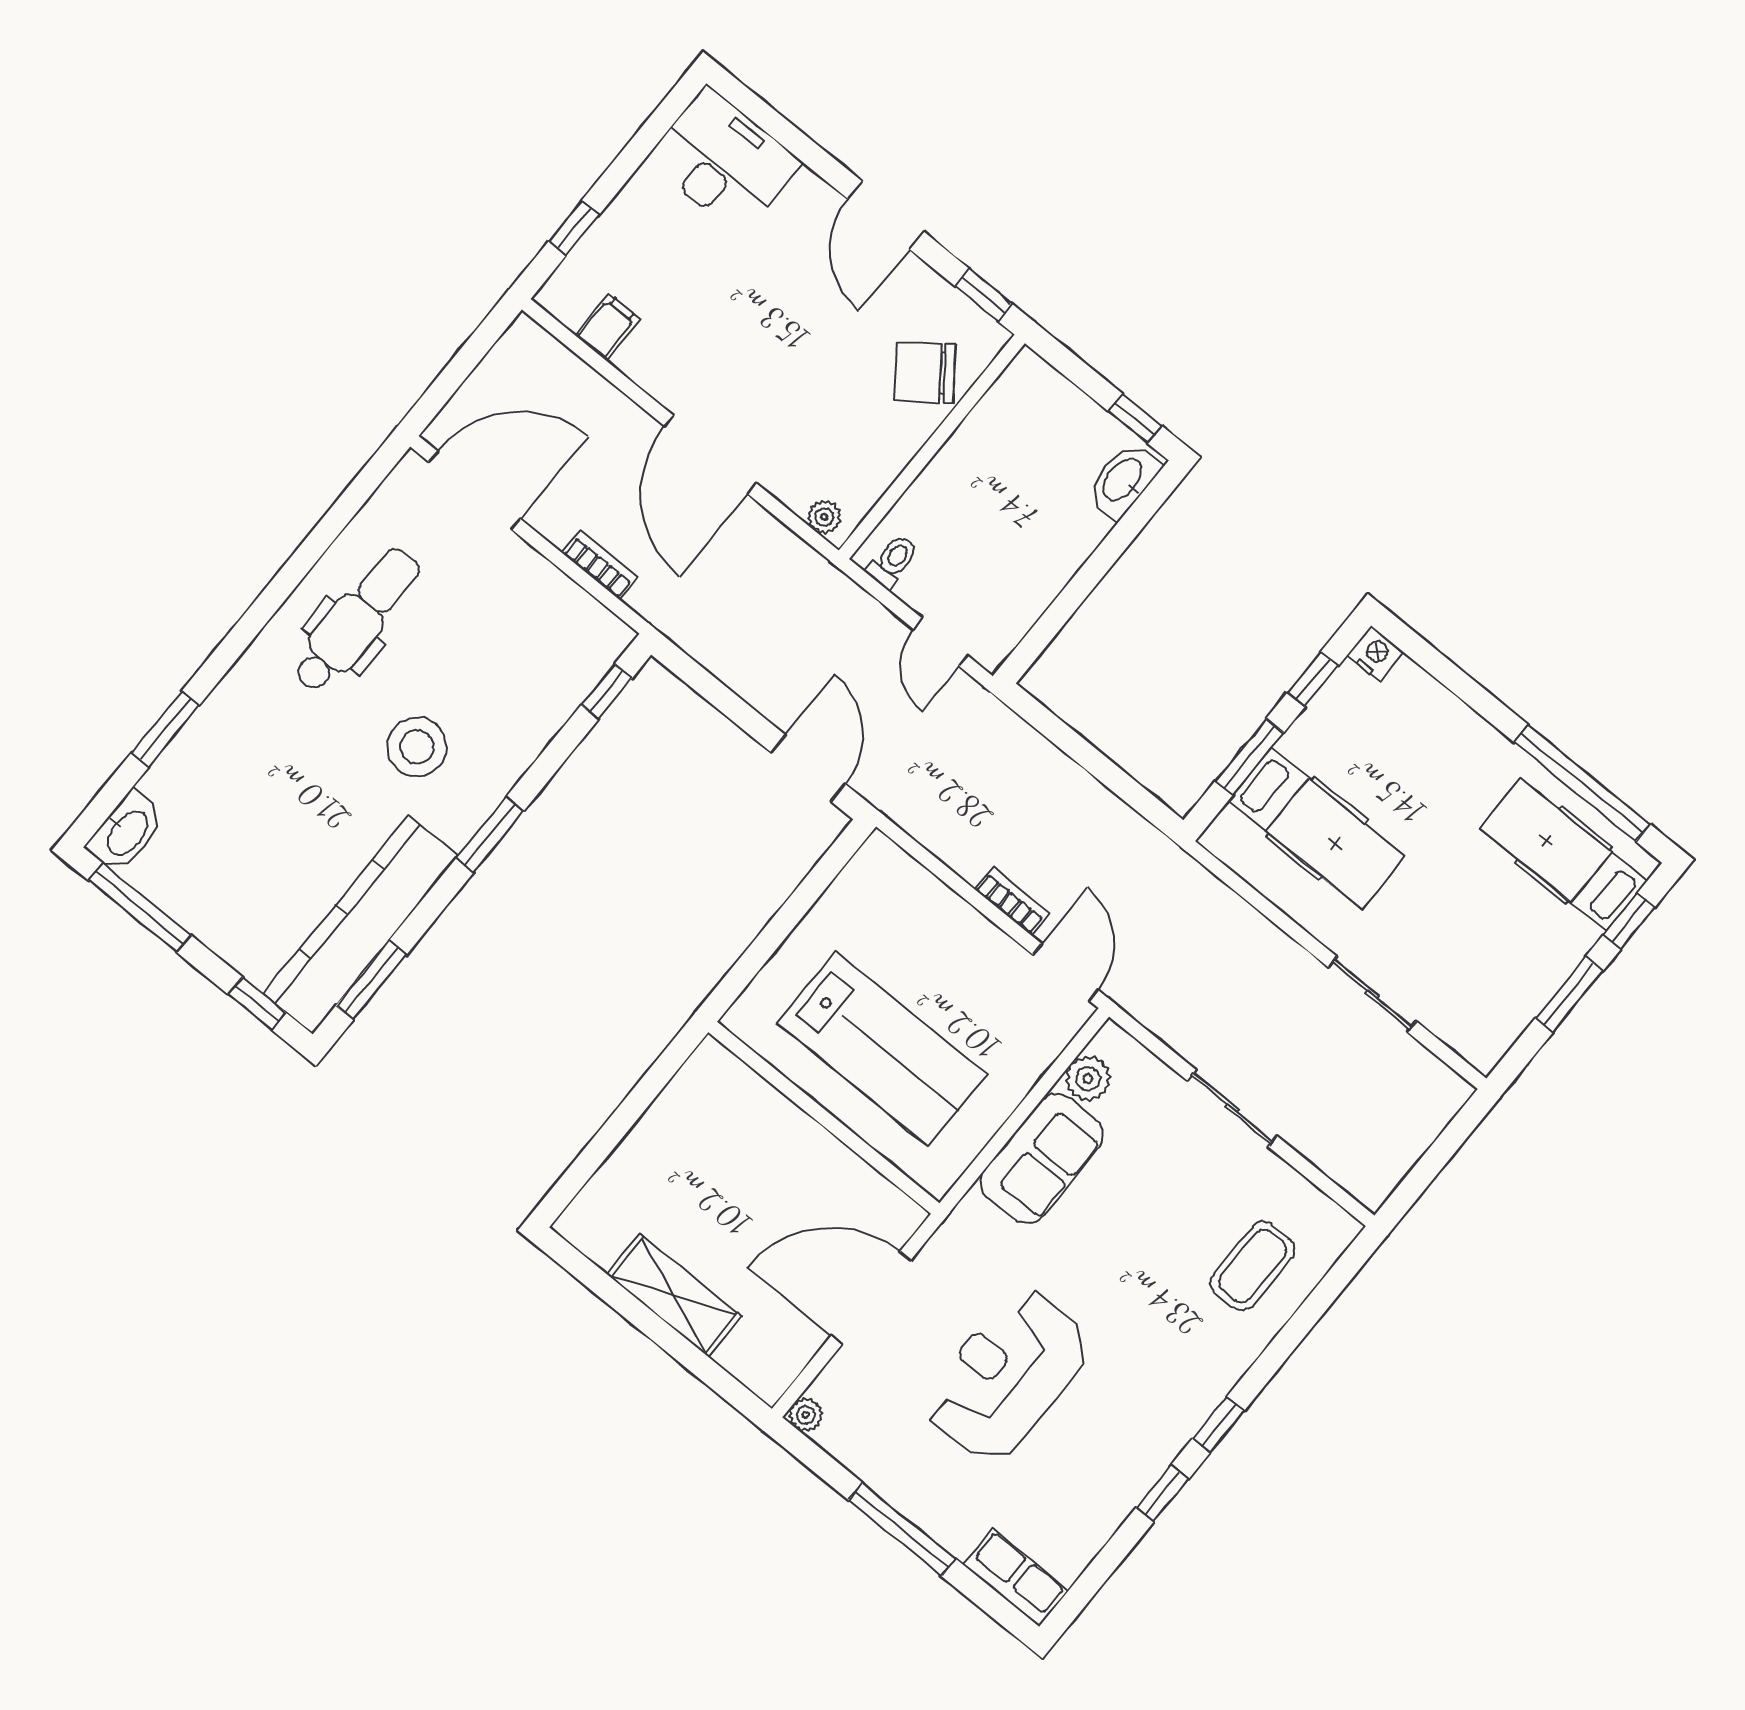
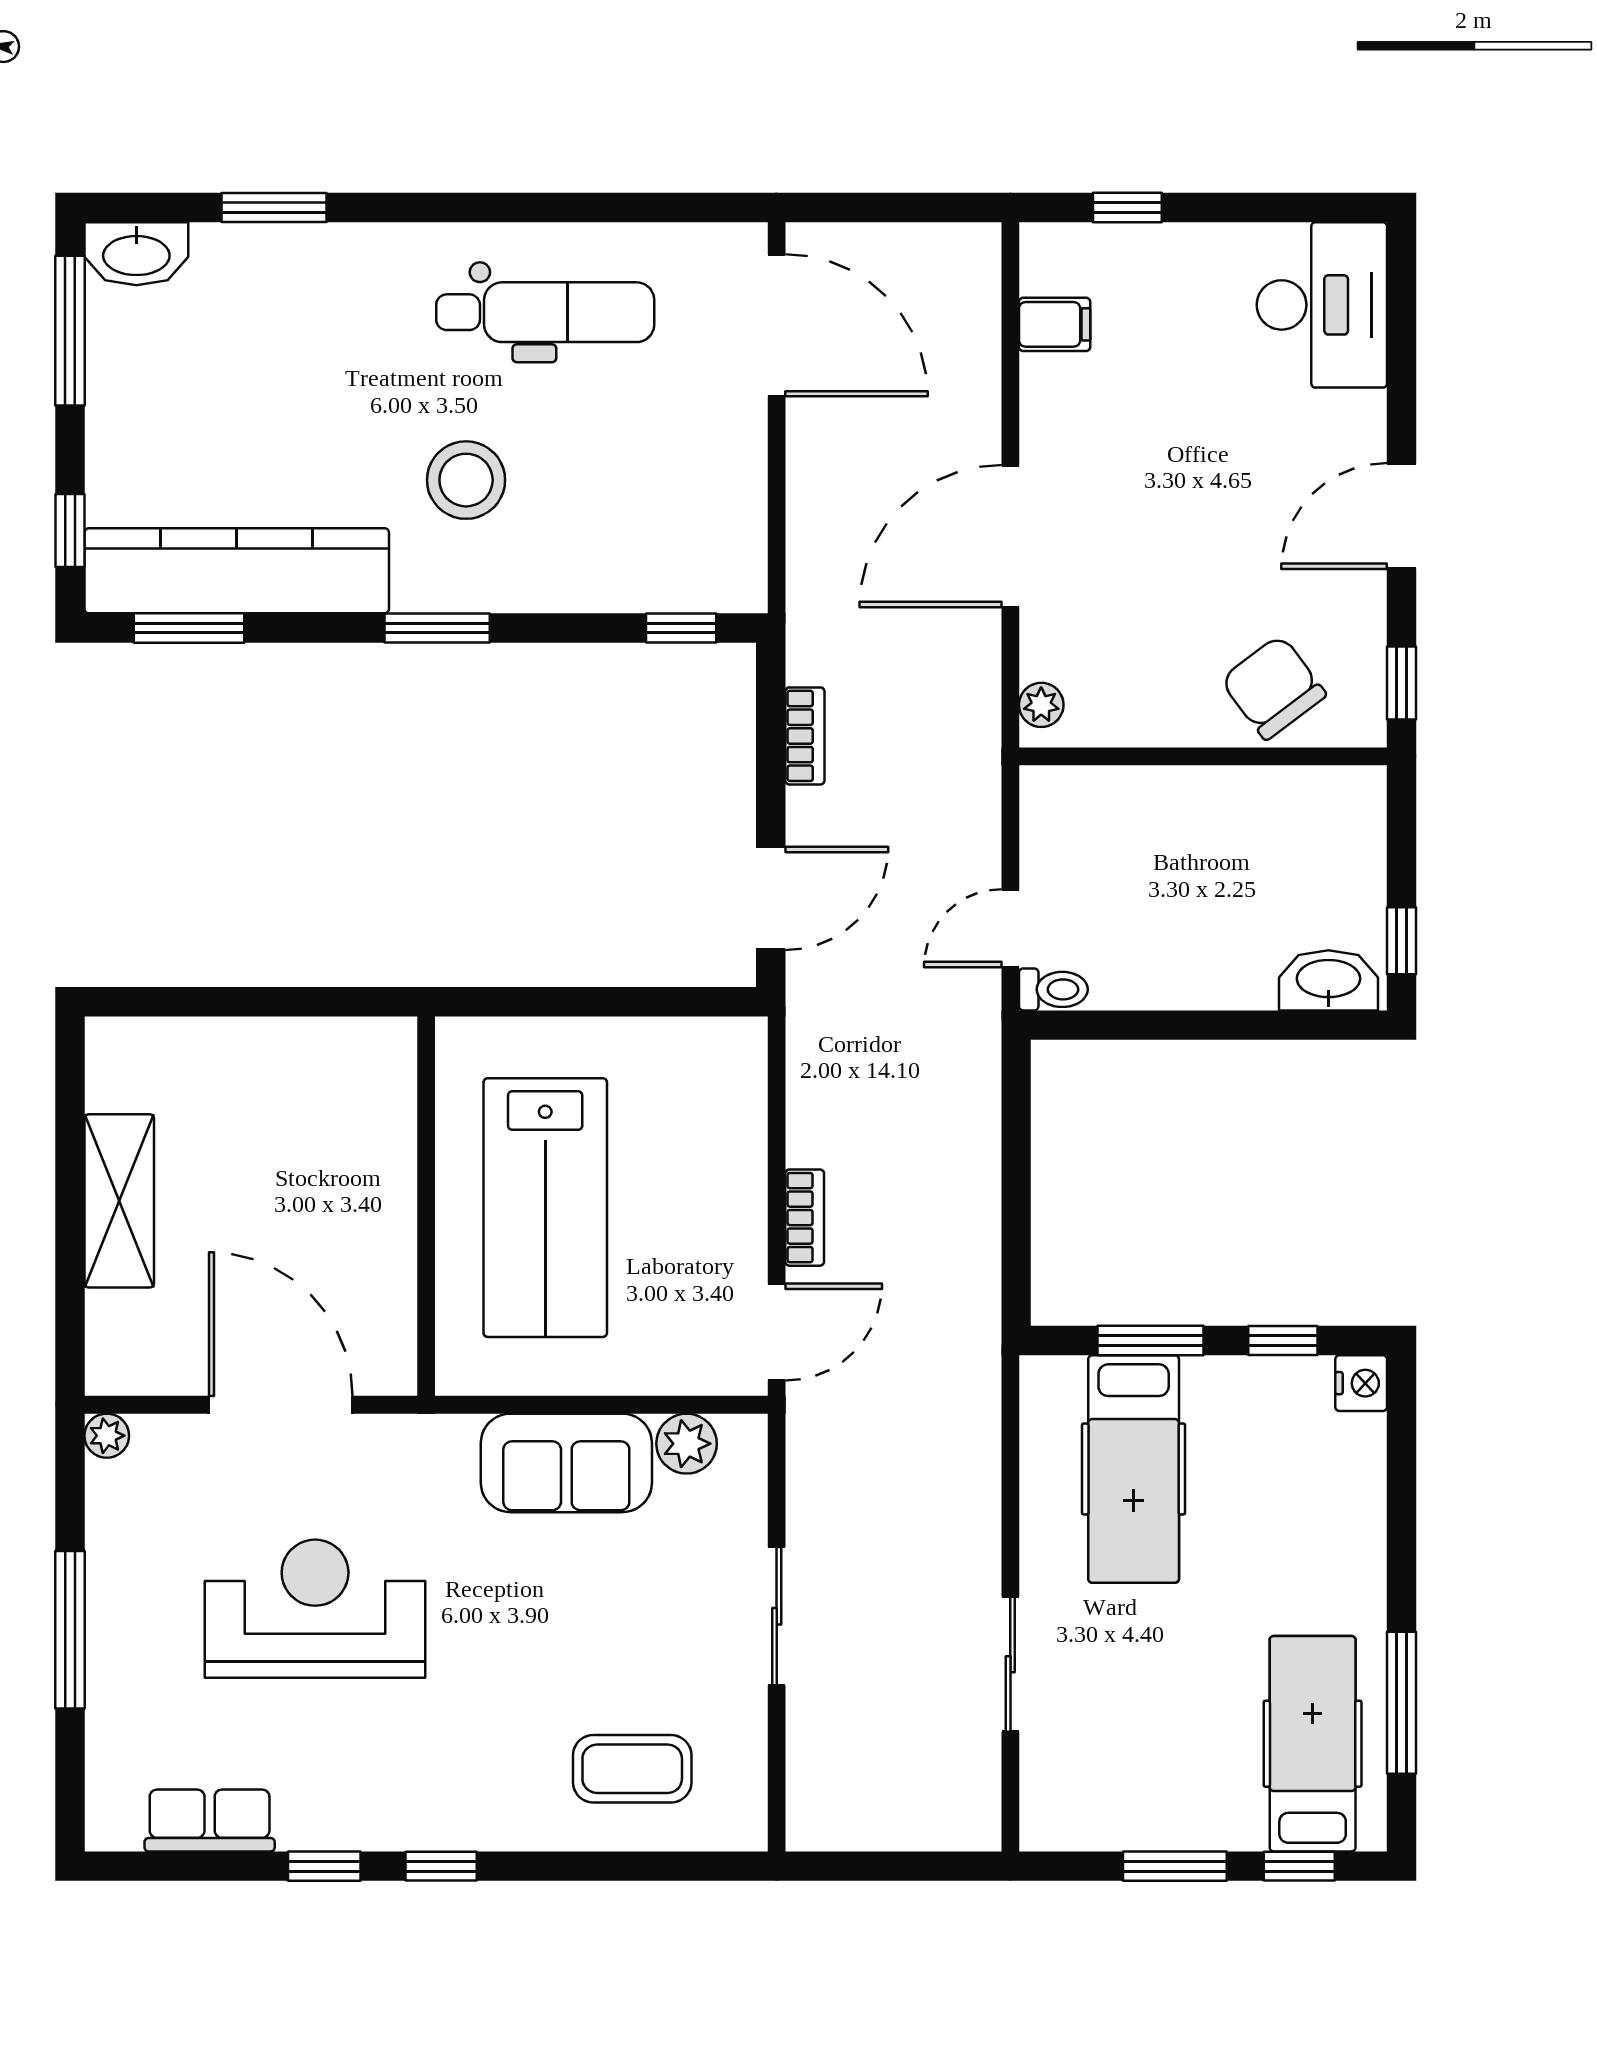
toilet: (893, 561) -> (1053, 989), moved
bookcase: (600, 565) -> (805, 736), moved
window: (1582, 783) -> (1402, 1703), width x0.68
row of seats: (1016, 1578) -> (210, 1820), moved, turned -90

